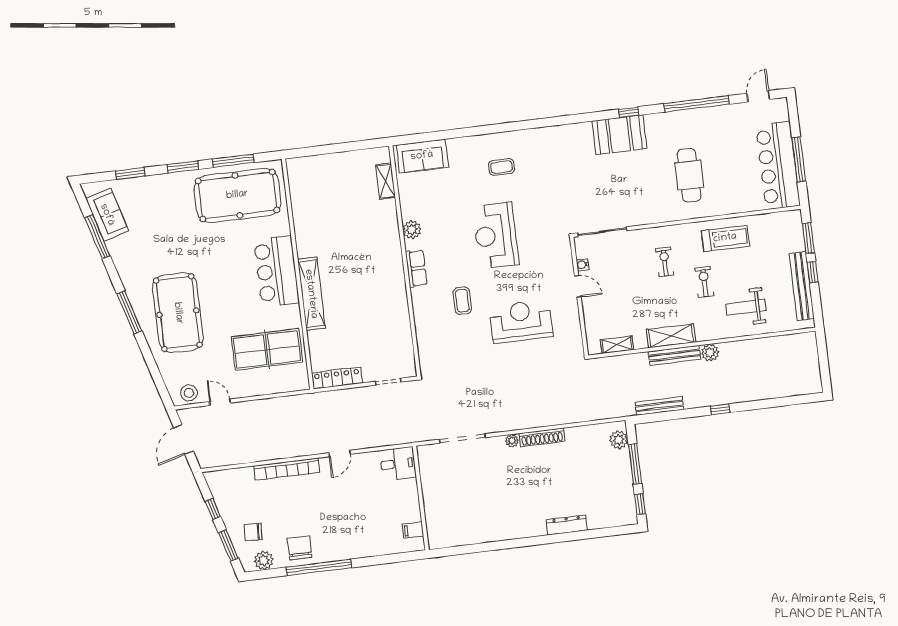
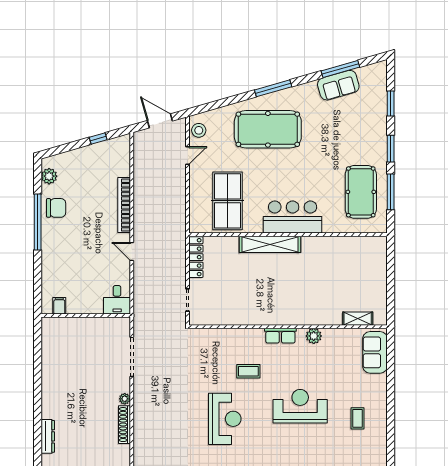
pool table: (237, 195) -> (361, 192), width x0.73, depth x0.76
sofa: (107, 215) -> (338, 85), moved
chair: (253, 532) -> (74, 170), removed
window: (228, 545) -> (66, 148), removed

